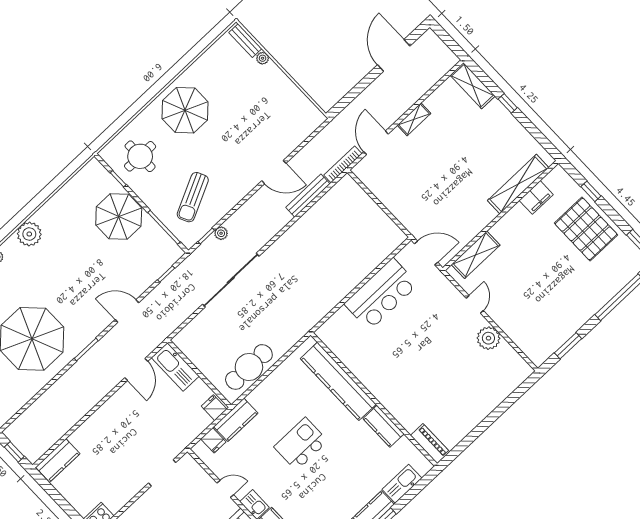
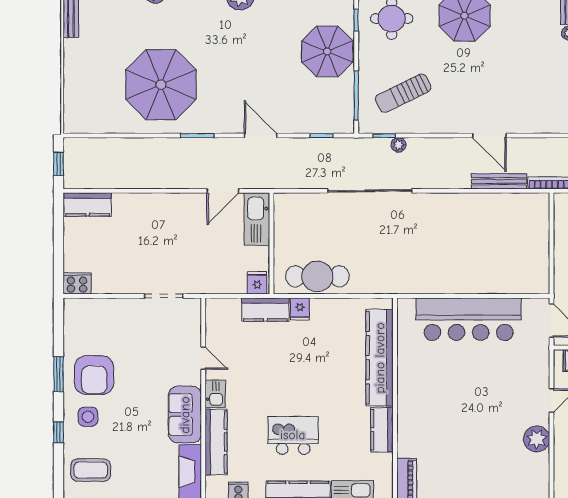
bar counter: (381, 294) -> (469, 319), width x1.36
fridge: (213, 440) -> (300, 309), moved
kitchen island: (301, 444) -> (293, 435), moved

